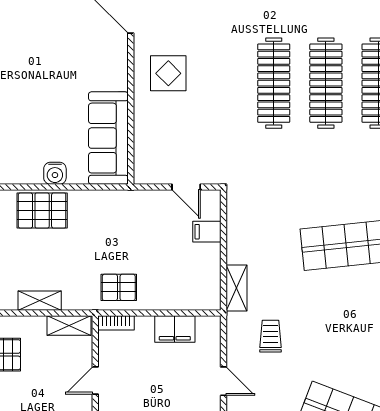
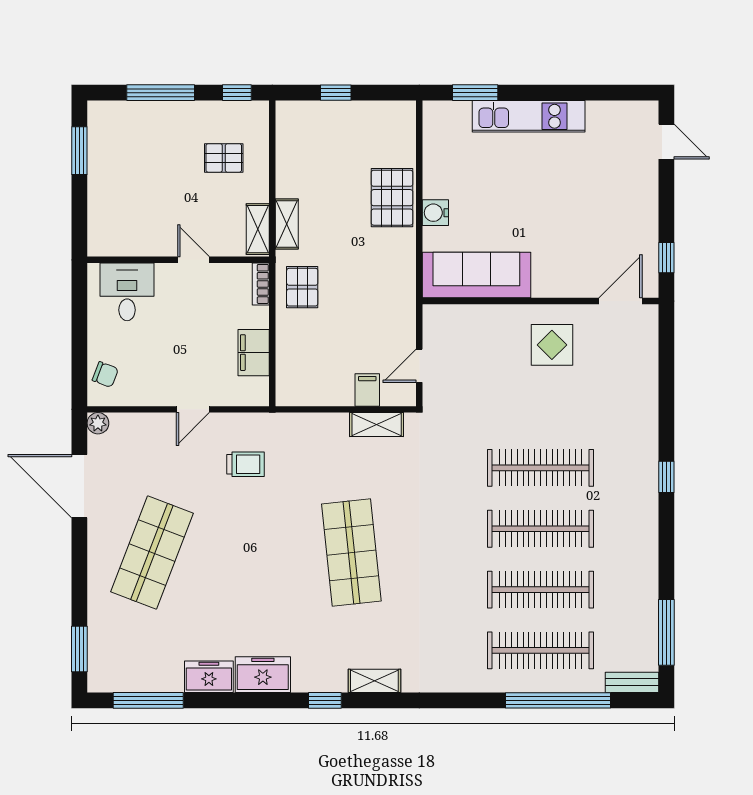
shelving: (237, 288) -> (377, 425), moved
shelving: (40, 301) -> (287, 224), moved

